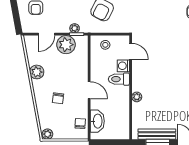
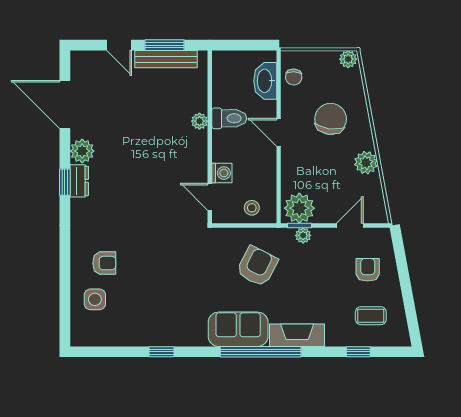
plant: (66, 45) -> (299, 208), moved
toilet: (119, 79) -> (229, 118), moved
chair: (58, 98) -> (331, 119), width x1.87, depth x1.87

